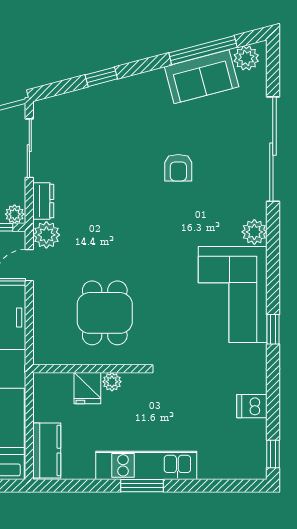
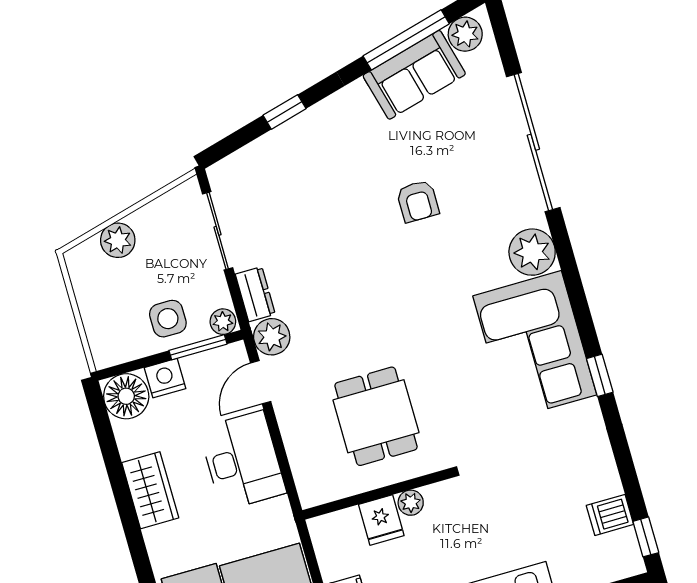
plant: (254, 232) -> (532, 252), width x1.36, depth x1.36
dishwasher: (252, 406) -> (610, 515), moved

